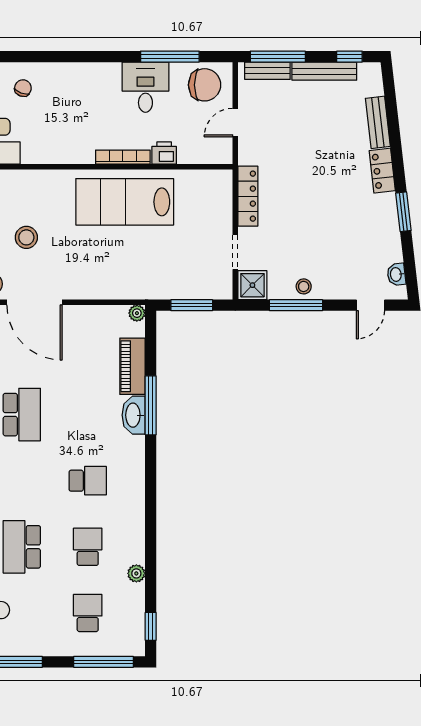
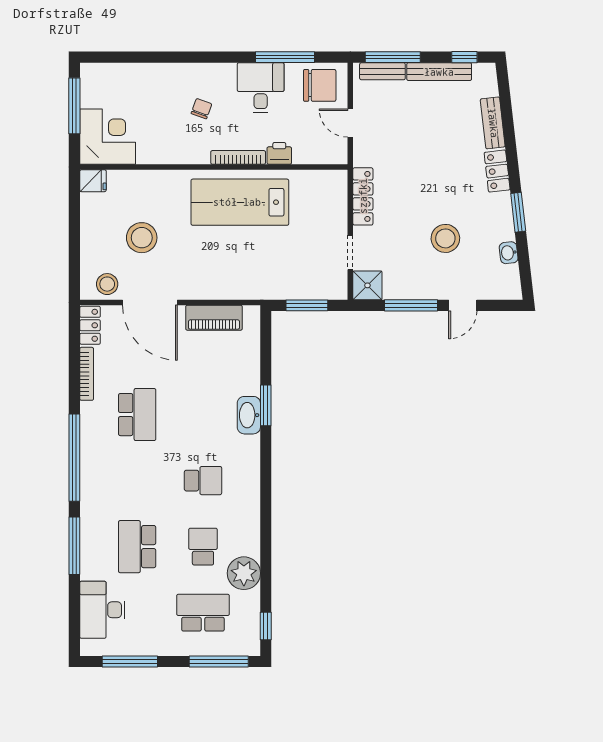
chair: (23, 88) -> (201, 109), moved
door: (235, 123) -> (350, 123), hinge flipped
stool: (26, 237) -> (142, 238), width x1.38, depth x1.38
washbasin: (396, 274) -> (509, 253), moved
stool: (304, 286) -> (445, 238), moved, width x1.89, depth x1.89
door: (370, 305) -> (463, 305), moved
plant: (137, 313) -> (252, 313), removed
piano: (133, 366) -> (214, 318), moved, turned -90
window: (151, 405) -> (266, 405), width x0.69
plant: (136, 573) -> (244, 573), width x1.88, depth x1.88
school desk: (88, 613) -> (203, 613), width x1.85

